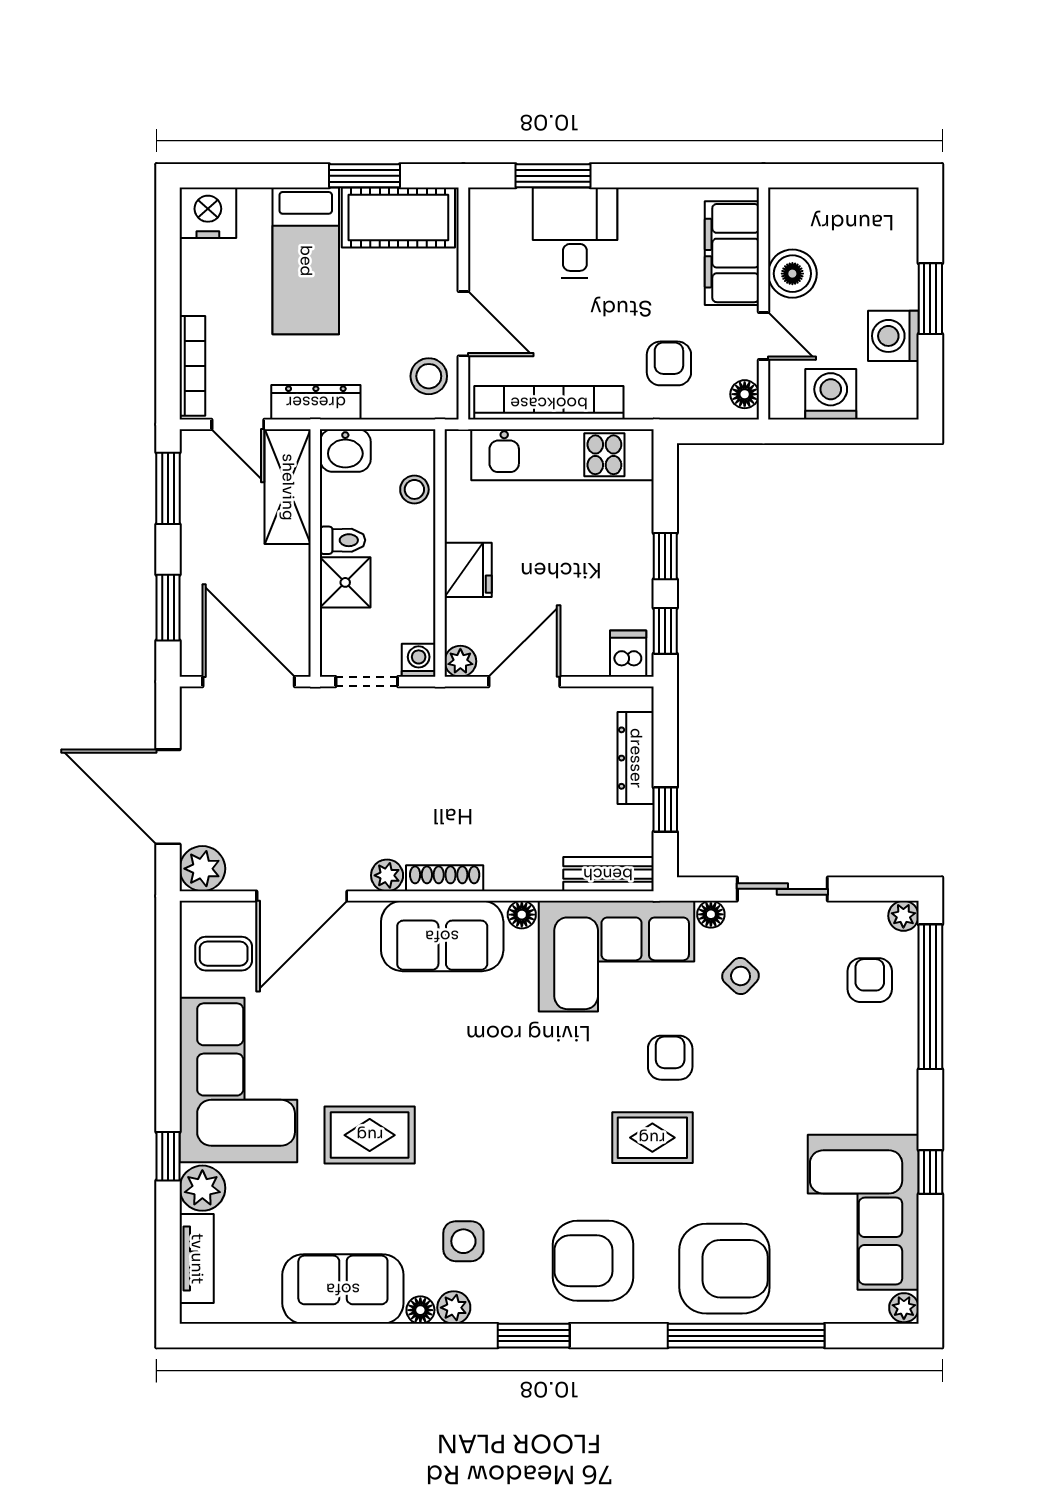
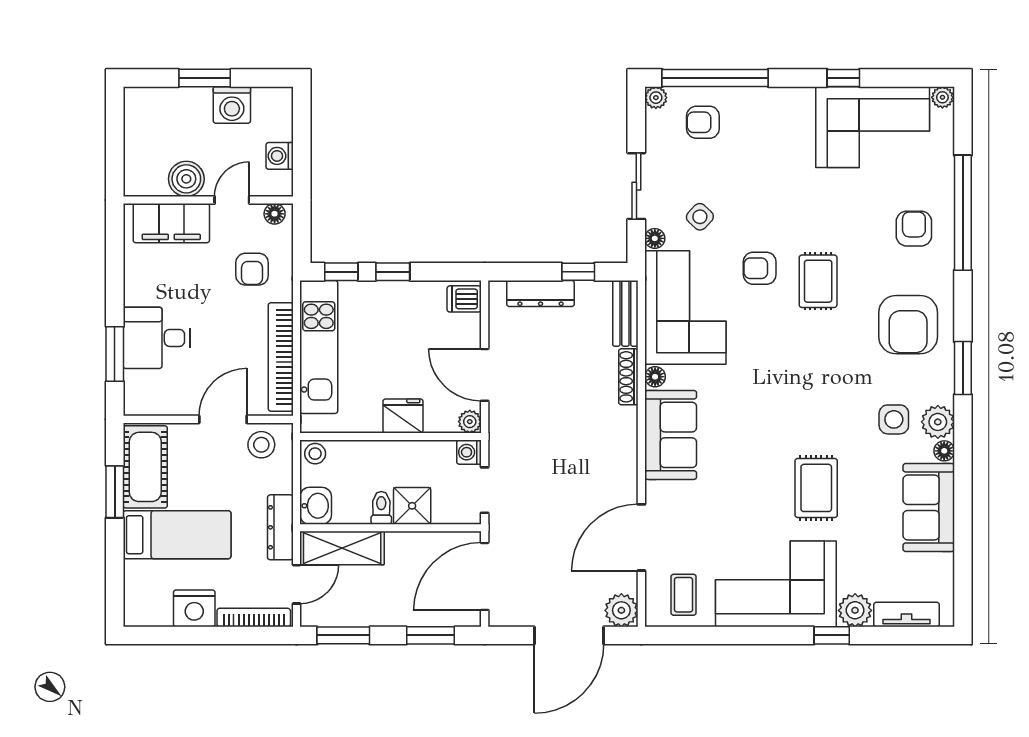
nightstand: (208, 213) -> (194, 608), moved, turned -90
armchair: (669, 363) -> (252, 269), turned -90
washing machine: (831, 394) -> (280, 156), width x0.73, depth x0.73
stool: (414, 489) -> (315, 454), moved
window: (665, 631) -> (341, 272), moved
plant: (387, 875) -> (626, 475), removed
shoe rack: (445, 878) -> (628, 377), moved
door: (302, 896) -> (641, 537), swing flipped
armchair: (724, 1269) -> (914, 229), width x0.53, depth x0.53
plant: (454, 1308) -> (938, 422), width x1.38, depth x1.38

